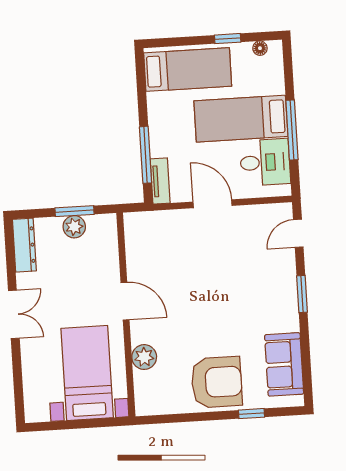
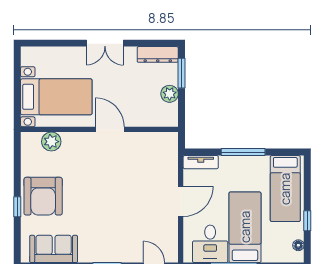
window: (146, 155) -> (243, 152), moved
window: (75, 211) -> (182, 73), moved
door: (125, 301) -> (110, 129), swing flipped
plant: (144, 357) -> (51, 142), moved
window: (251, 414) -> (17, 207), moved

